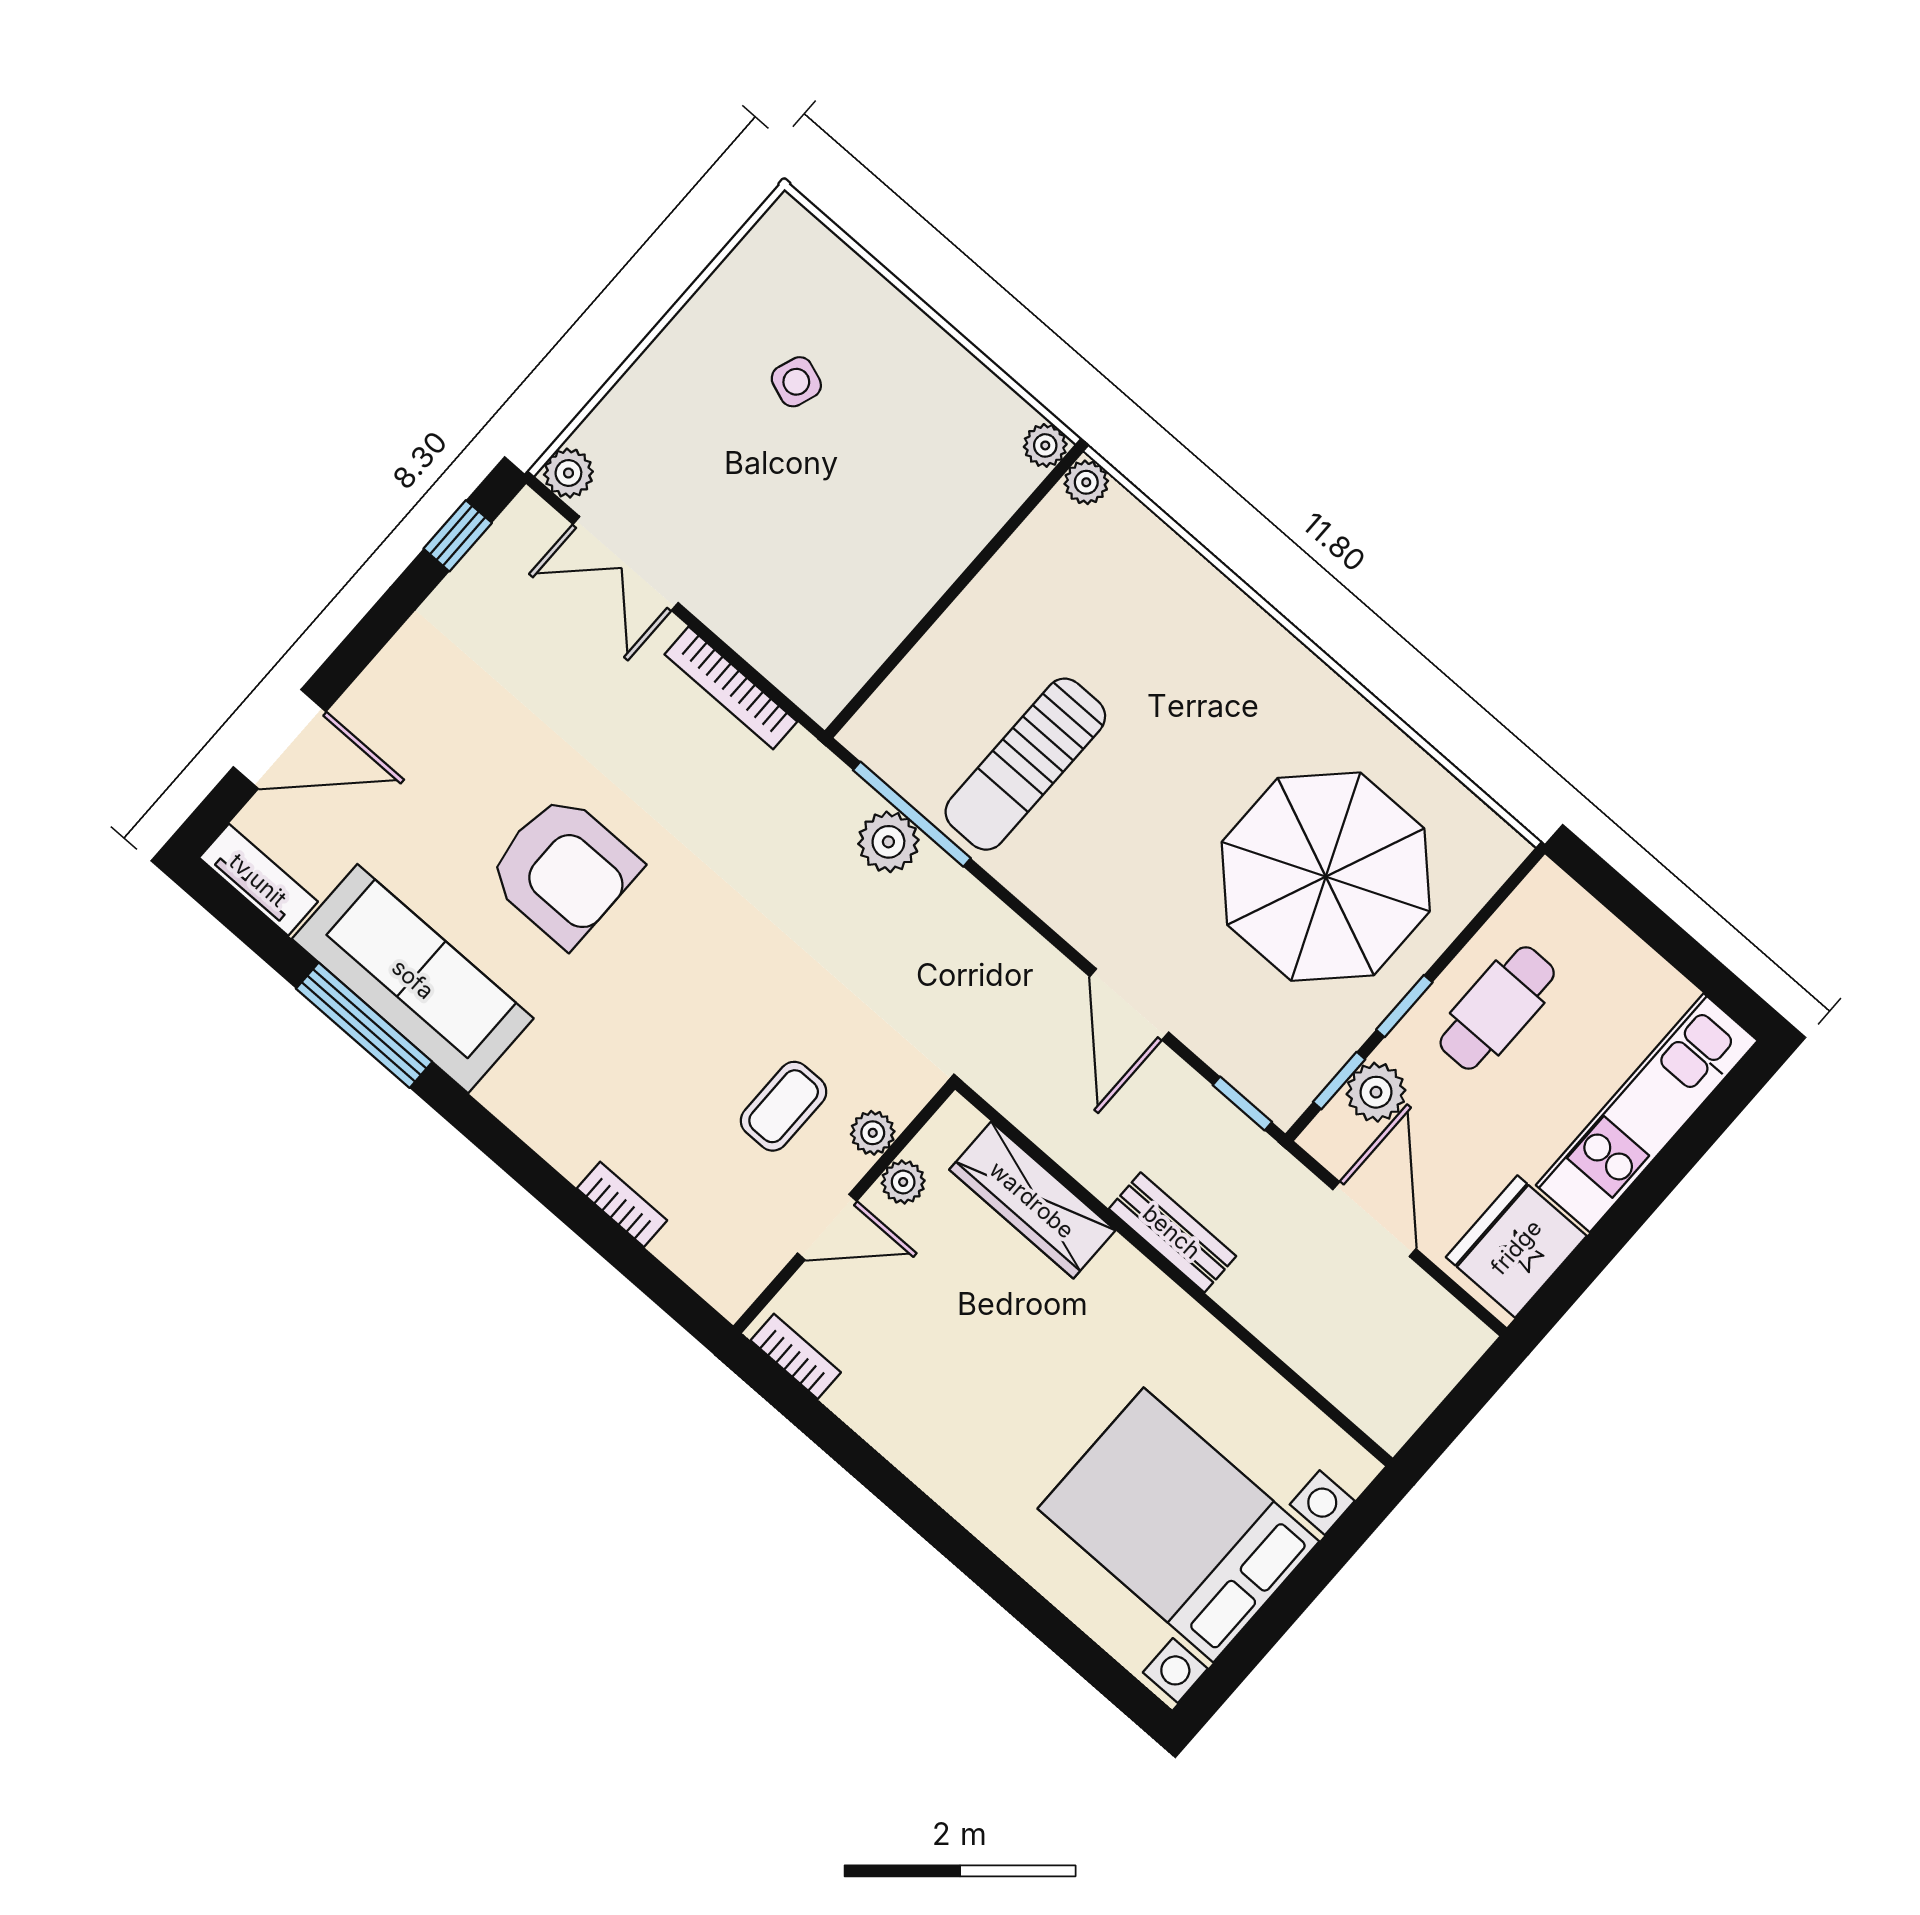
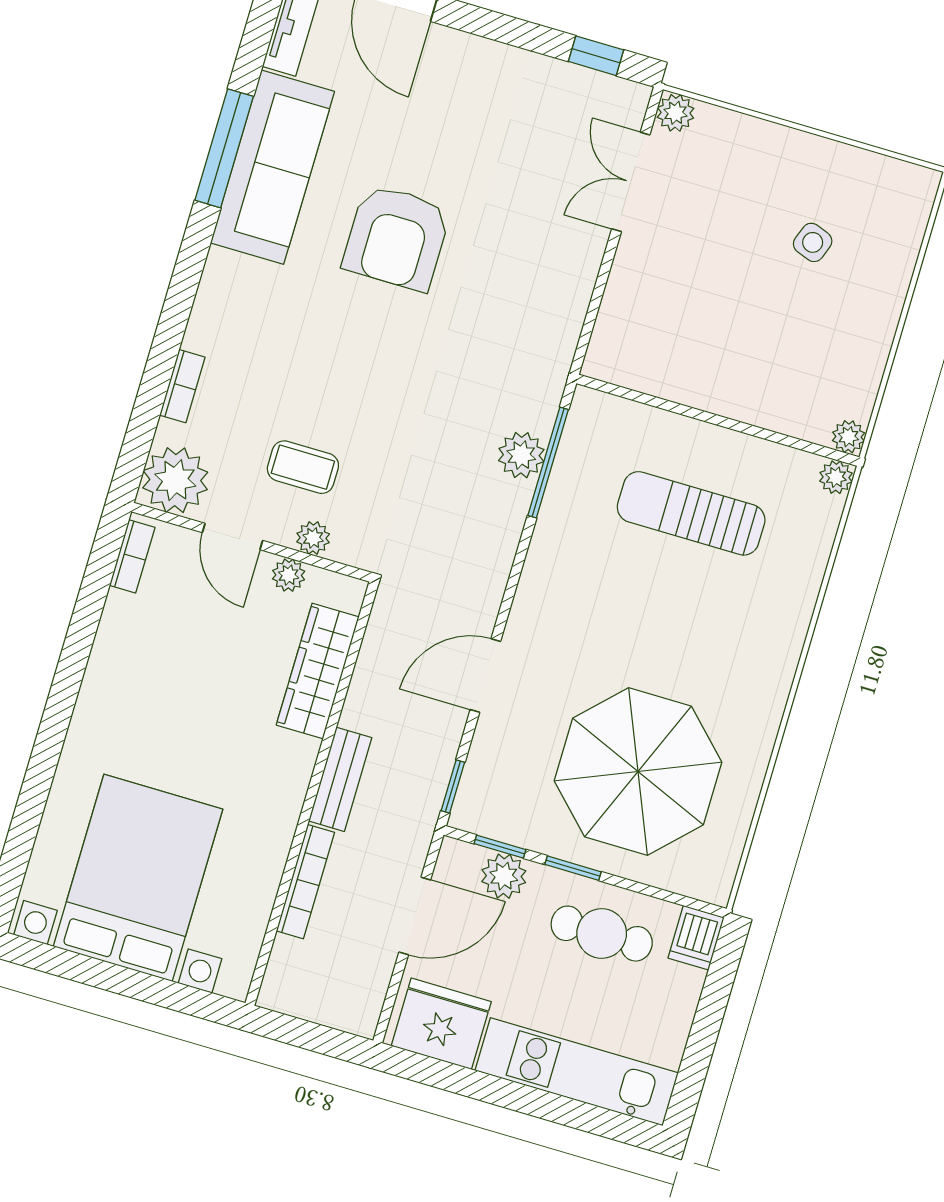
bookcase: (731, 688) -> (305, 882), moved, turned 180
sun lounger: (1025, 764) -> (691, 513), moved
dishwasher: (1554, 899) -> (696, 938), added
plant: (729, 1264) -> (175, 480), added

